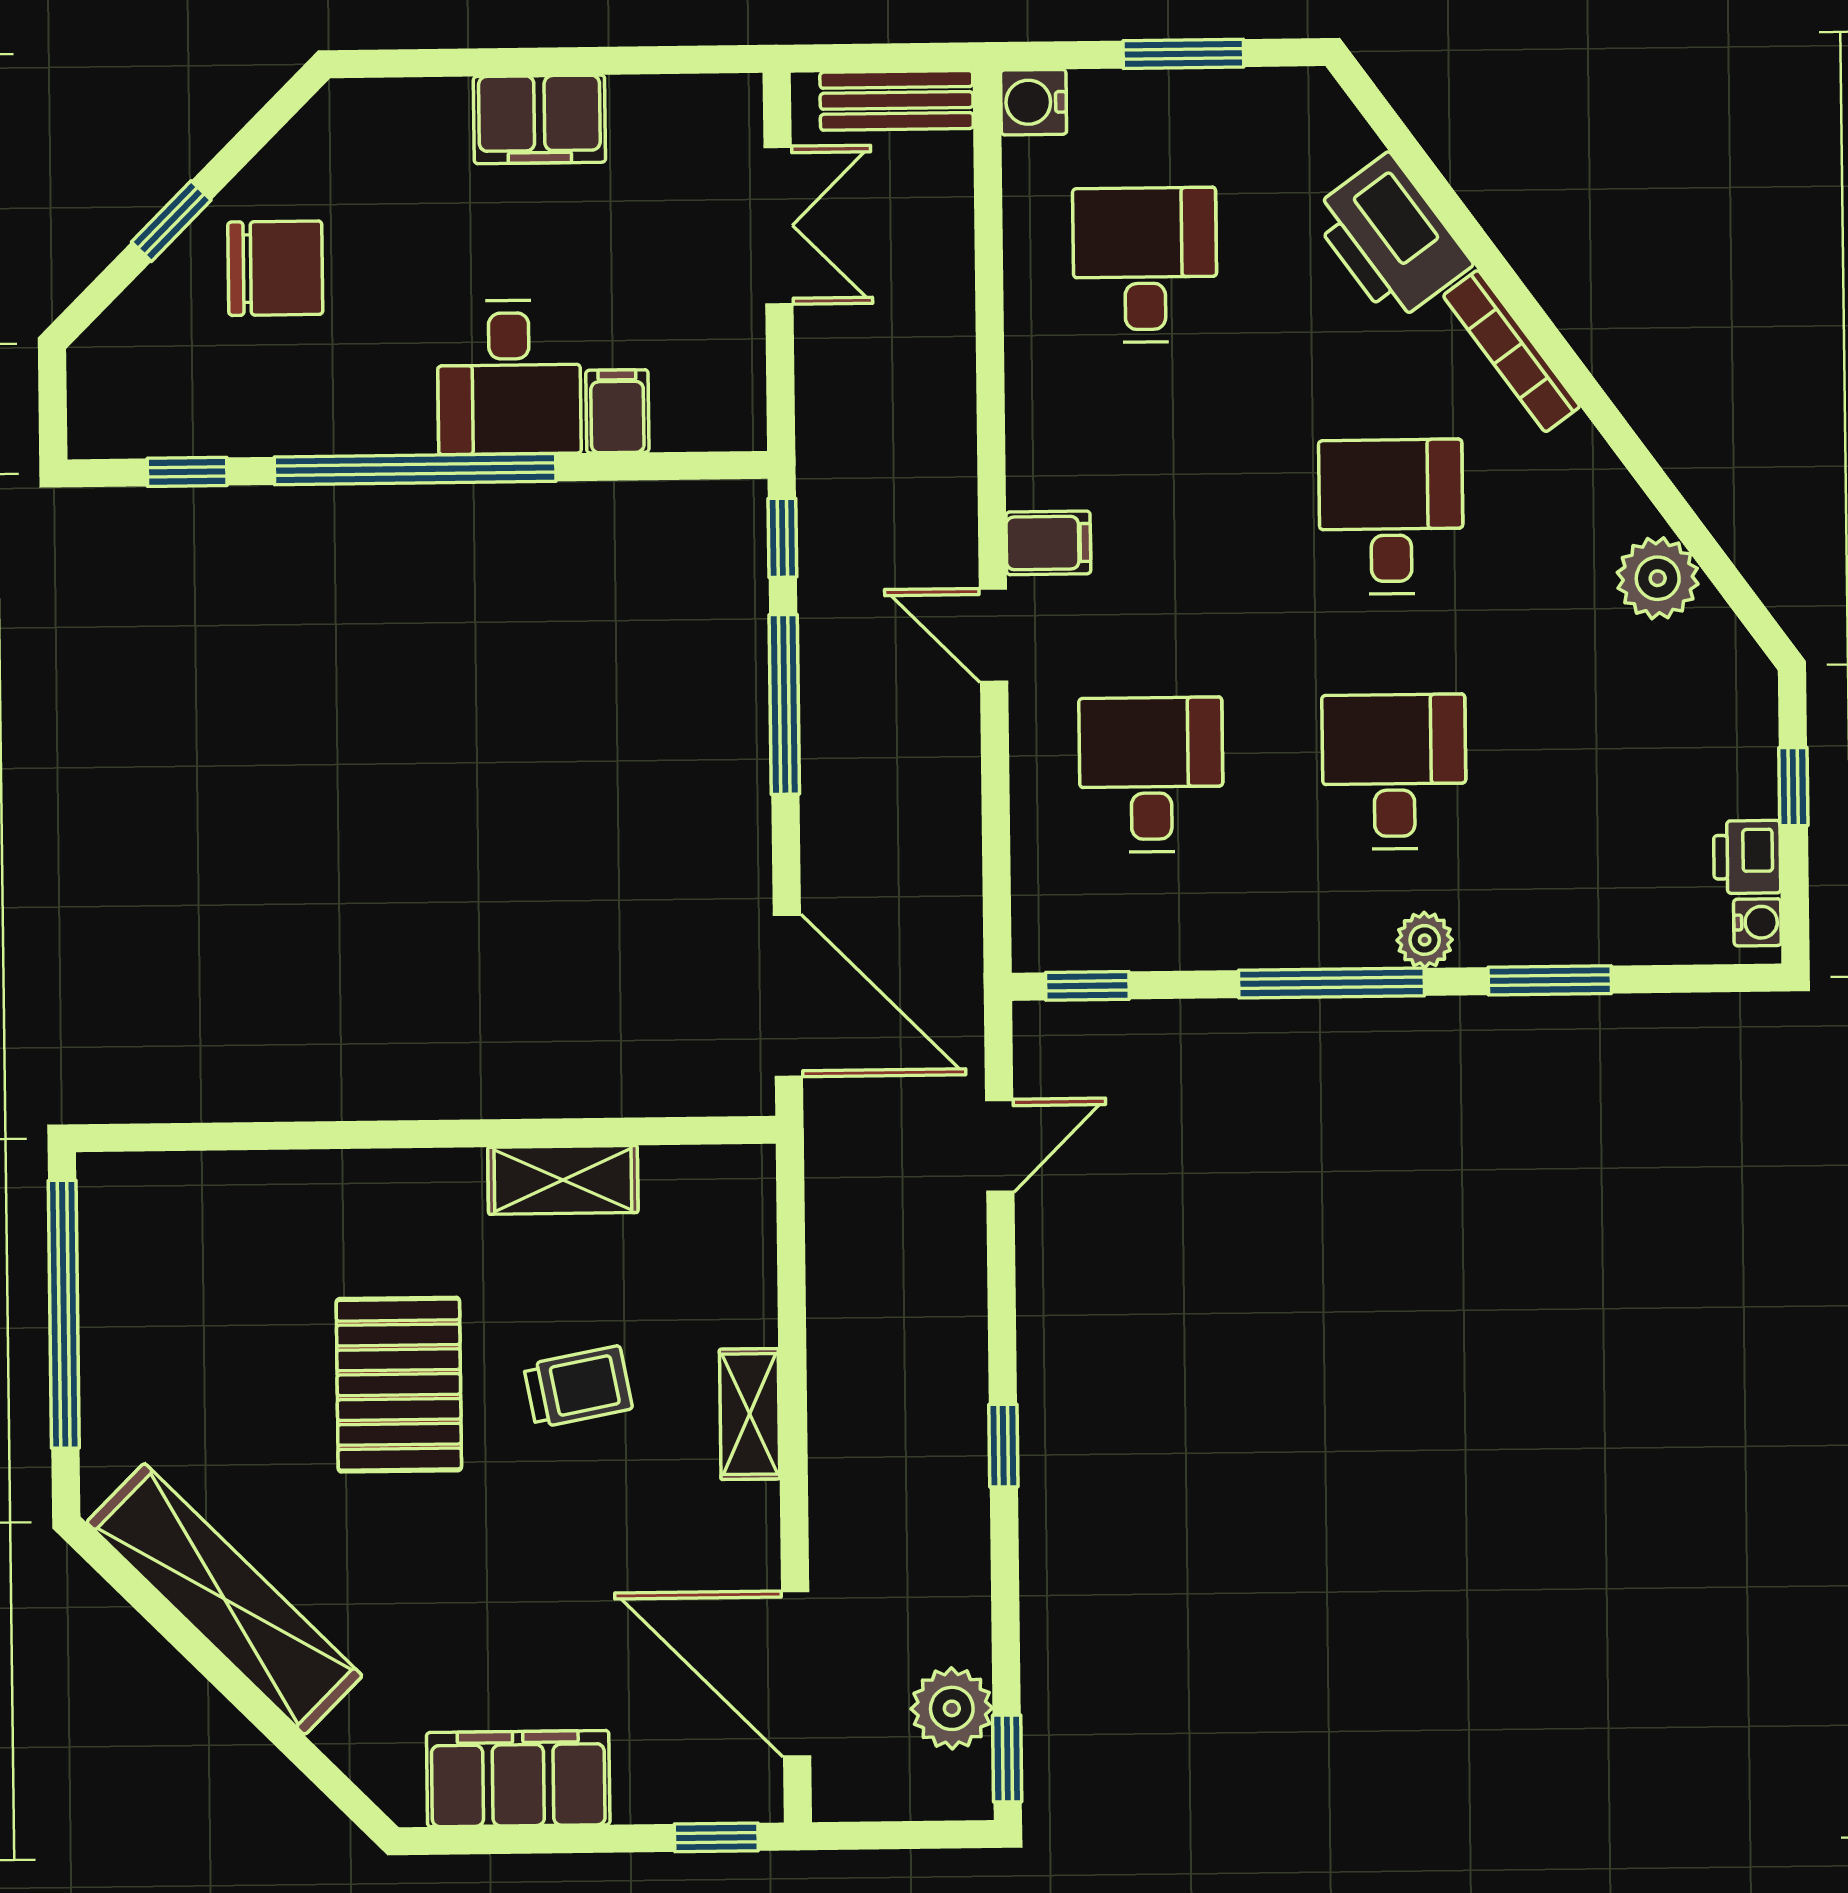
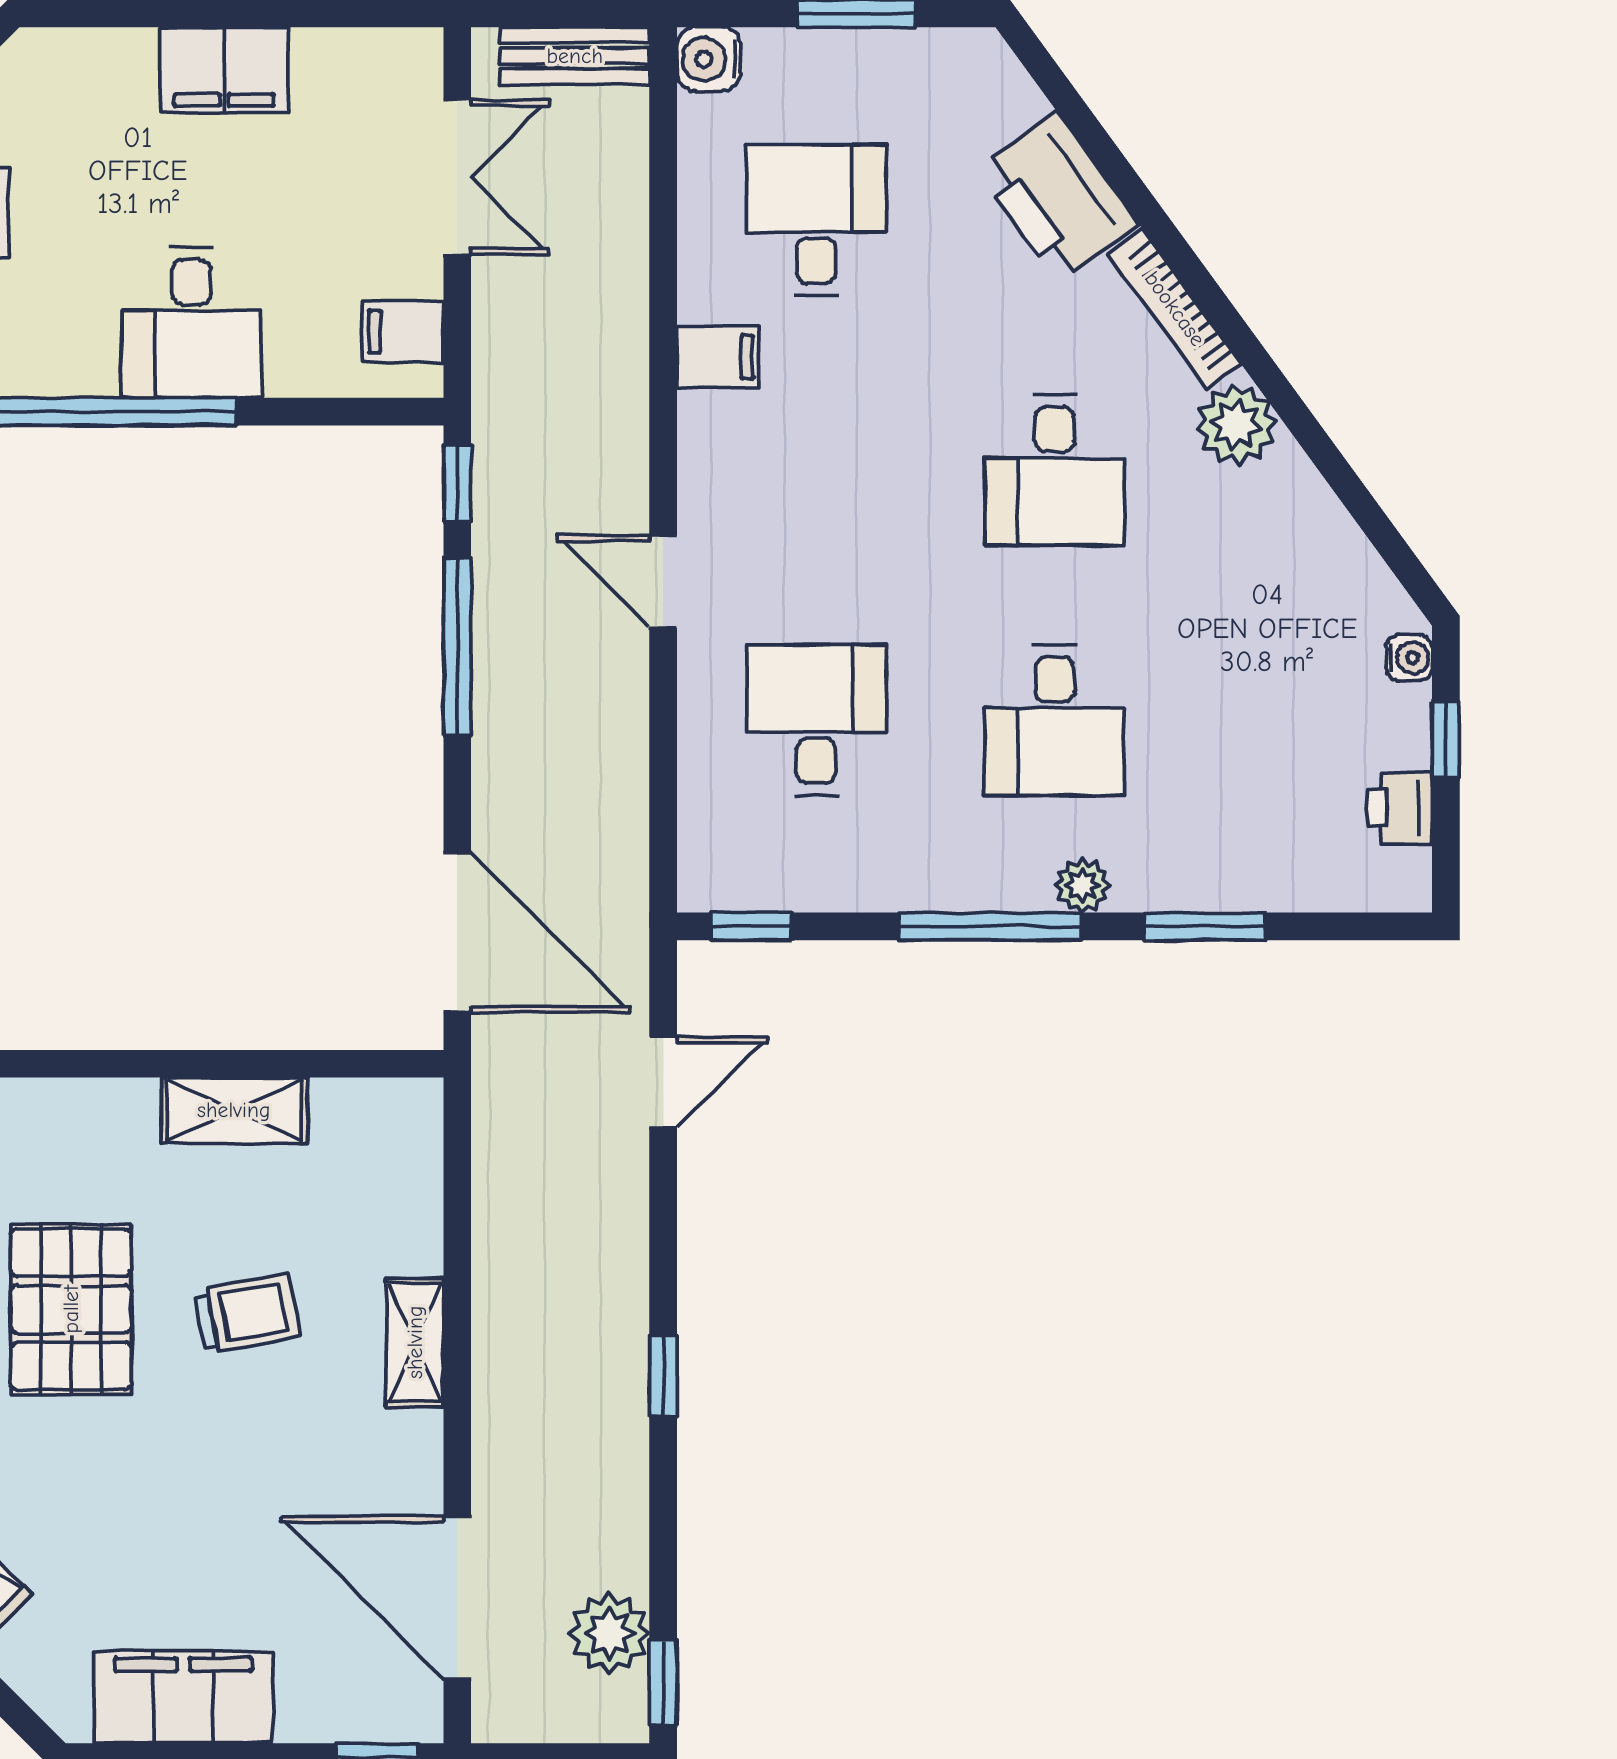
filing cabinet: (617, 411) -> (403, 331), moved, turned -90
desk: (1391, 517) -> (1054, 470), turned 180
filing cabinet: (1048, 543) -> (718, 357), moved
plant: (1658, 578) -> (1236, 425), moved
desk: (1394, 772) -> (1054, 720), turned 180
water cooler: (1757, 922) -> (1409, 658), moved

